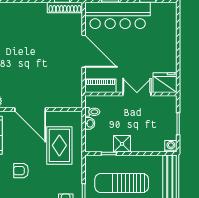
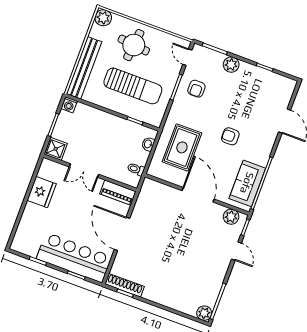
fridge: (165, 83) -> (42, 192), moved, turned -90
washbasin: (90, 123) -> (148, 144), moved
shower: (122, 144) -> (56, 149), moved
armchair: (21, 171) -> (230, 136), turned 180

